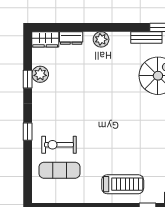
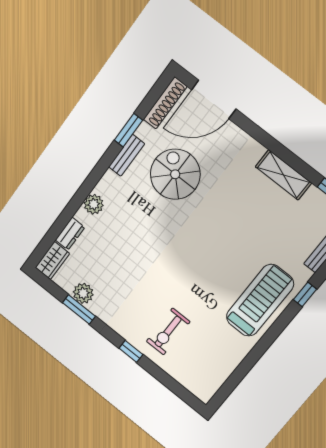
window: (28, 79) -> (79, 309), width x1.50
exercise mat: (60, 170) -> (194, 352), removed
treadmill: (123, 184) -> (260, 300), width x1.37, depth x1.38

